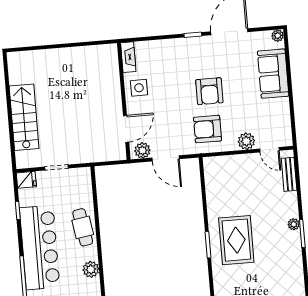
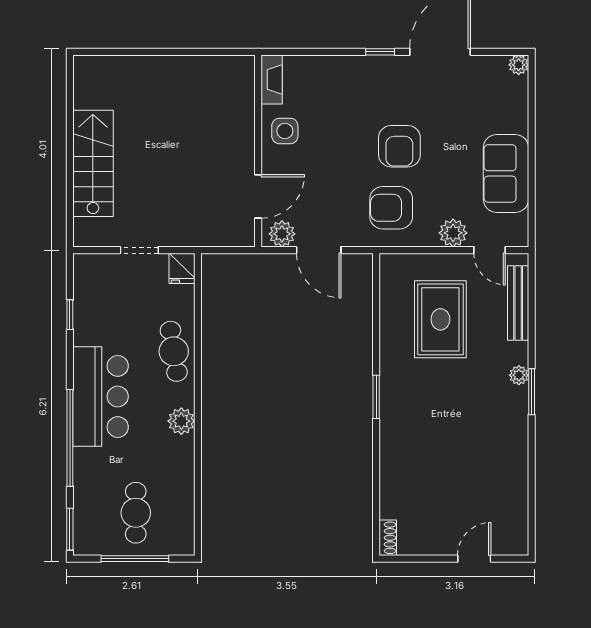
sofa: (273, 74) -> (506, 173), moved
bench: (289, 174) -> (518, 303), width x1.36
fridge: (26, 180) -> (182, 268), moved, turned 90
rug: (236, 240) -> (440, 319), moved
bar counter: (40, 248) -> (101, 396), width x0.73

